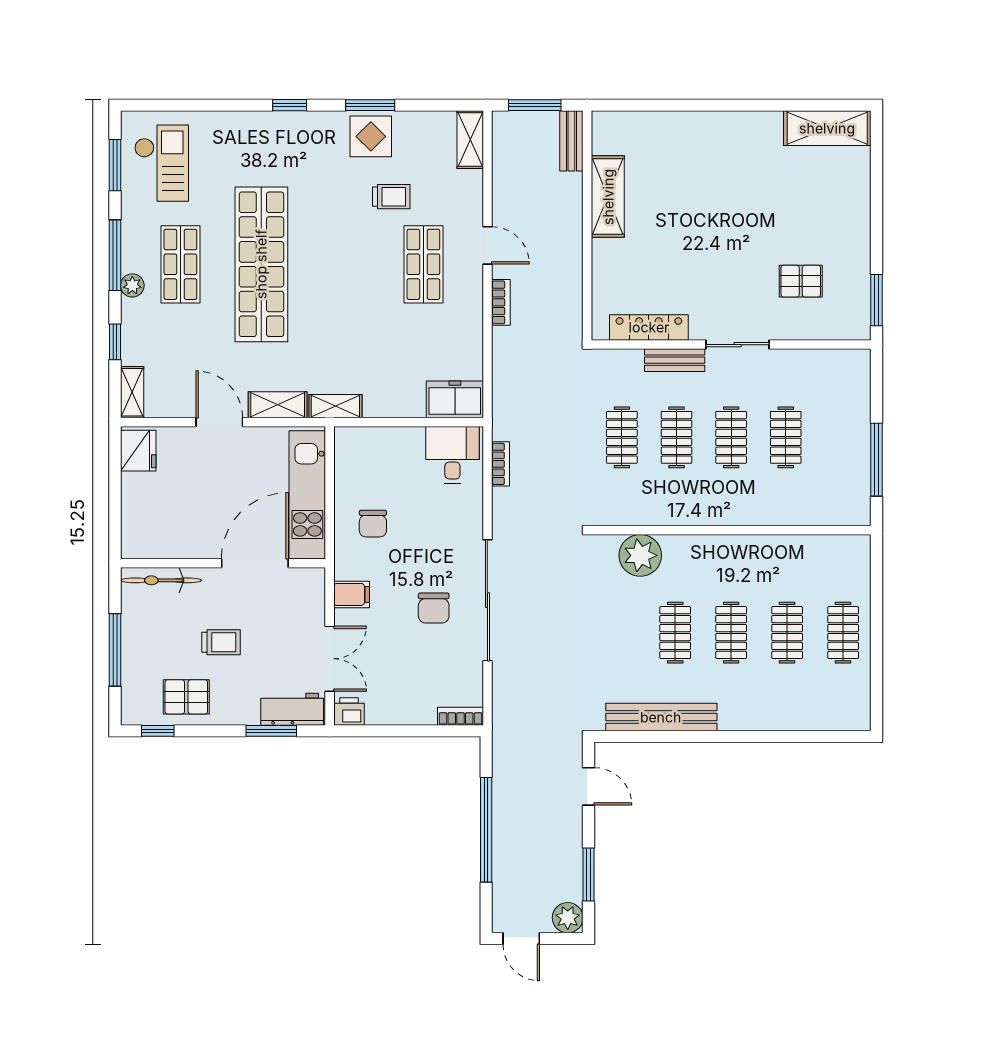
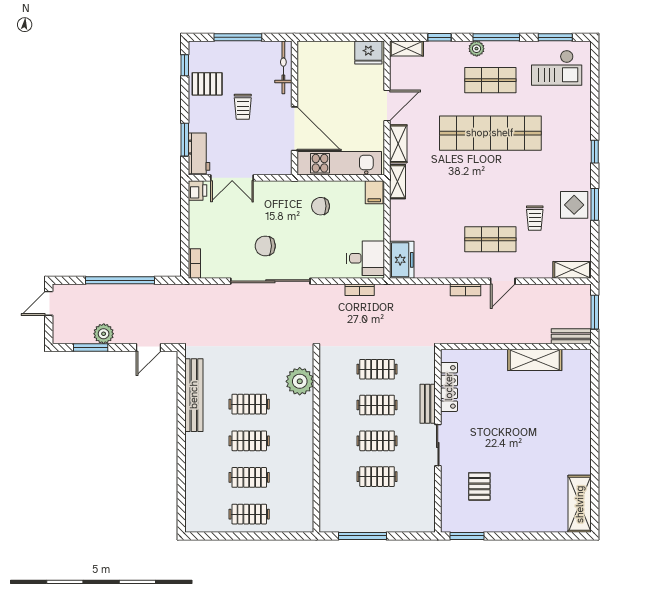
filing cabinet: (352, 594) -> (374, 192), moved
pallet: (186, 697) -> (207, 84), turned 90
plant: (568, 918) -> (104, 334), moved

